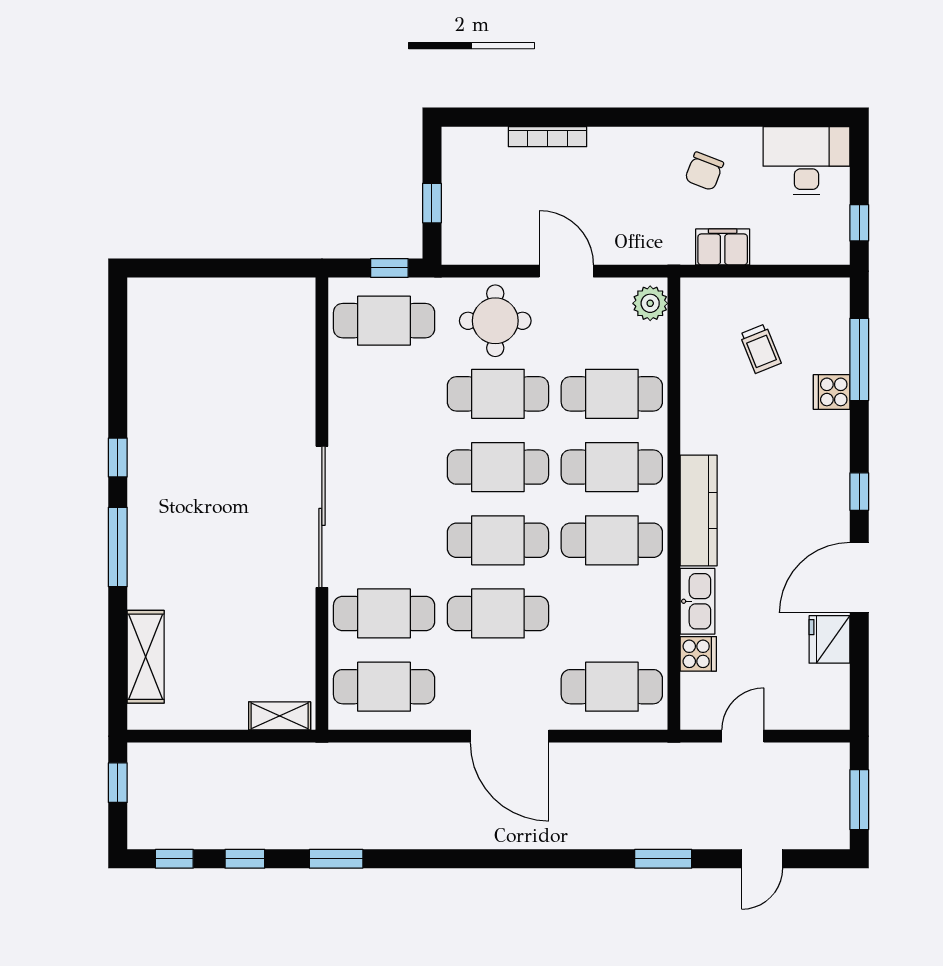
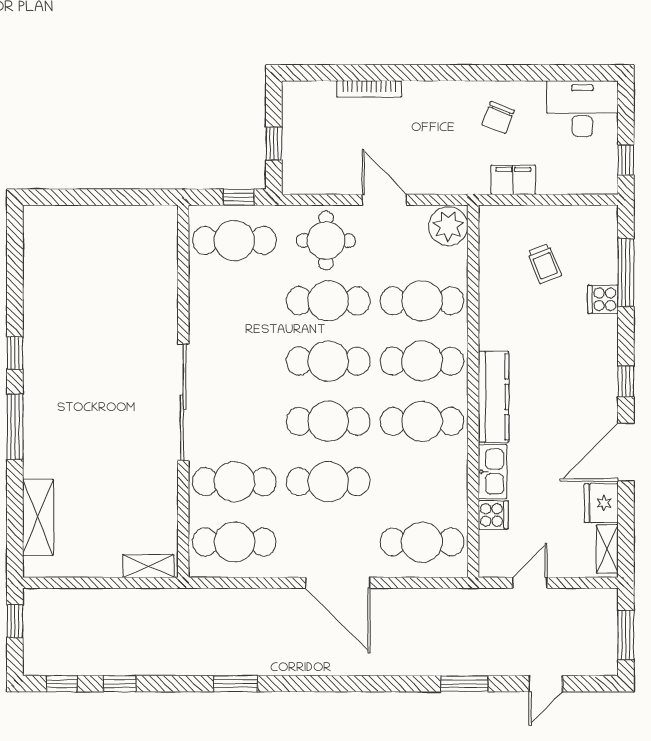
plant: (650, 303) -> (448, 226), width x1.36, depth x1.36
shelving: (837, 695) -> (607, 549), added
window: (336, 859) -> (235, 684), moved

